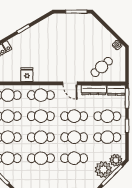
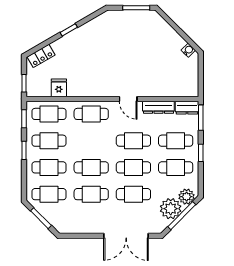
cafe table: (102, 67) -> (168, 78), removed
fridge: (27, 75) -> (59, 88), moved
cafe table: (41, 116) -> (91, 141), removed

